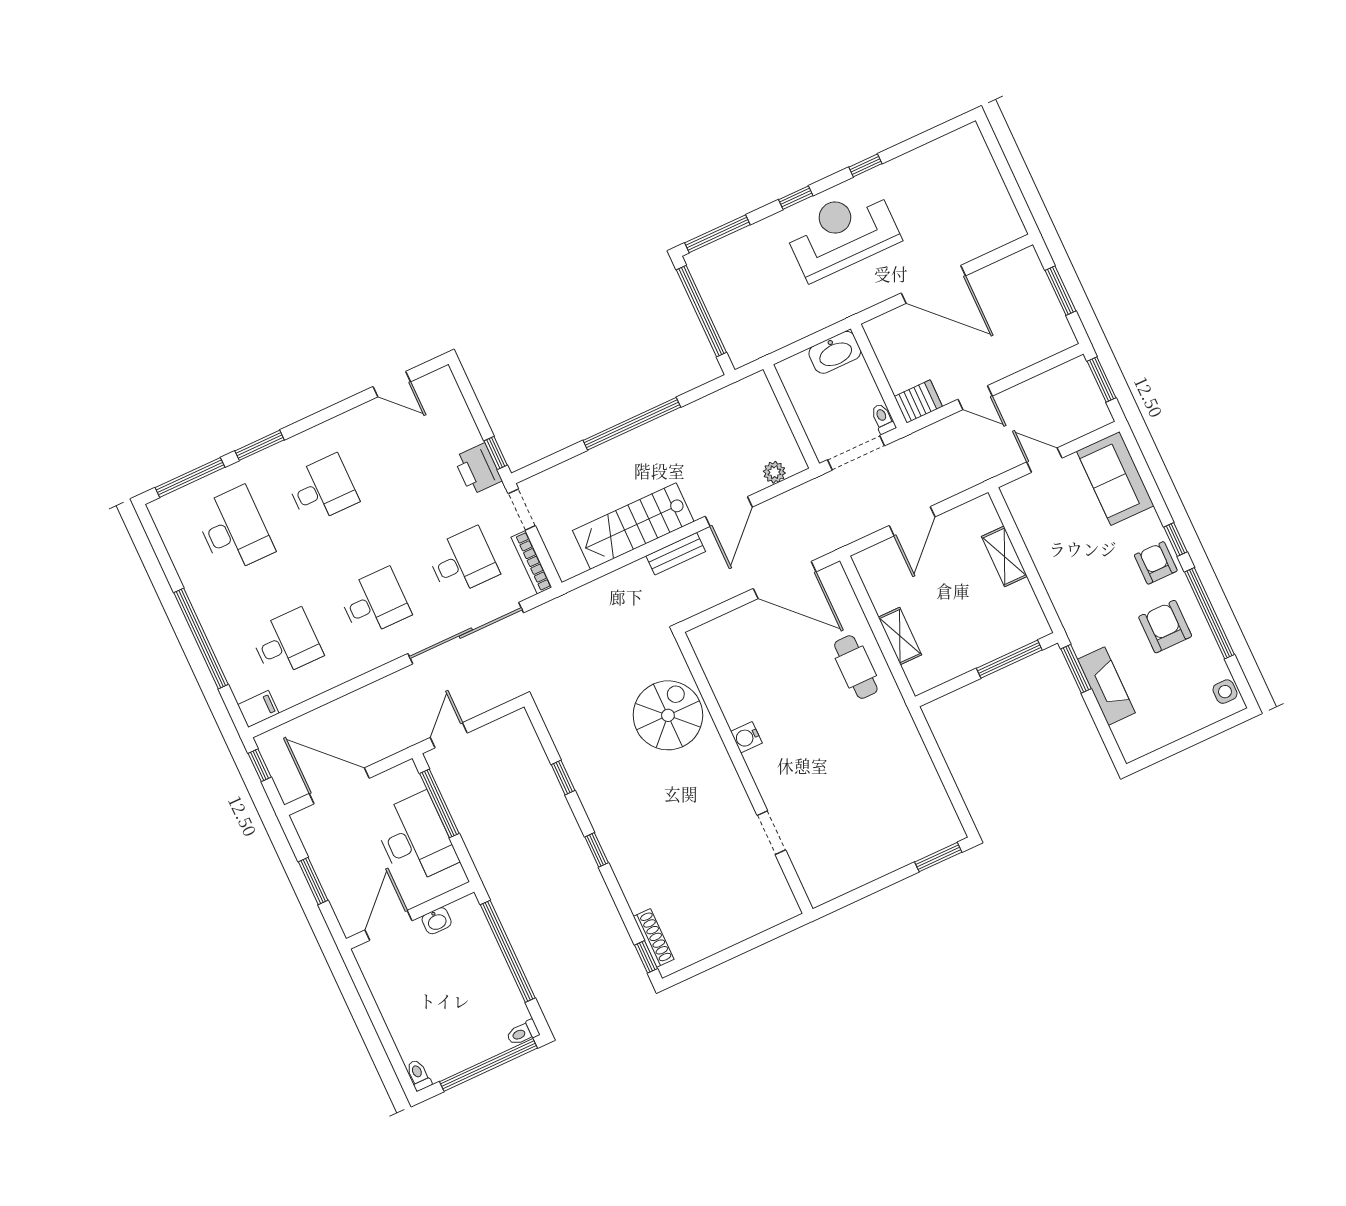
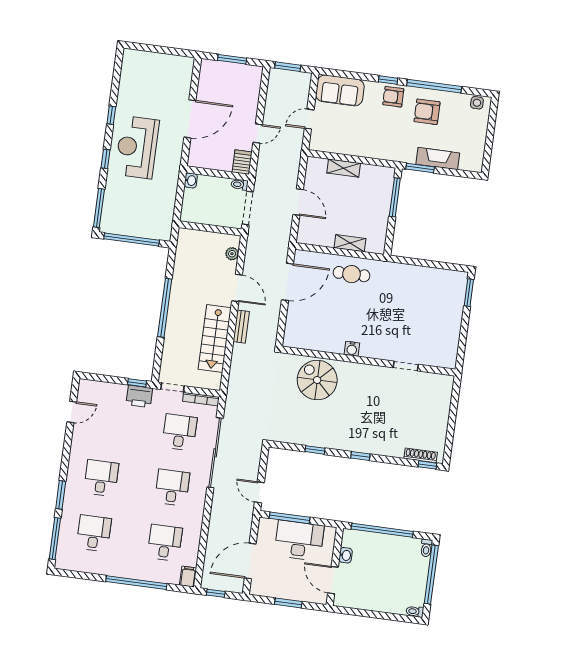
washbasin: (835, 352) -> (191, 180), width x0.52, depth x0.69
desk: (234, 530) -> (94, 533), width x0.73

